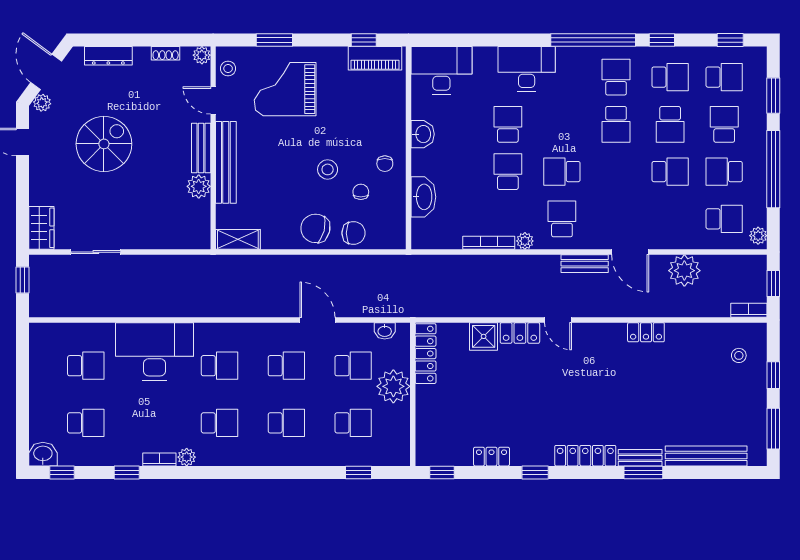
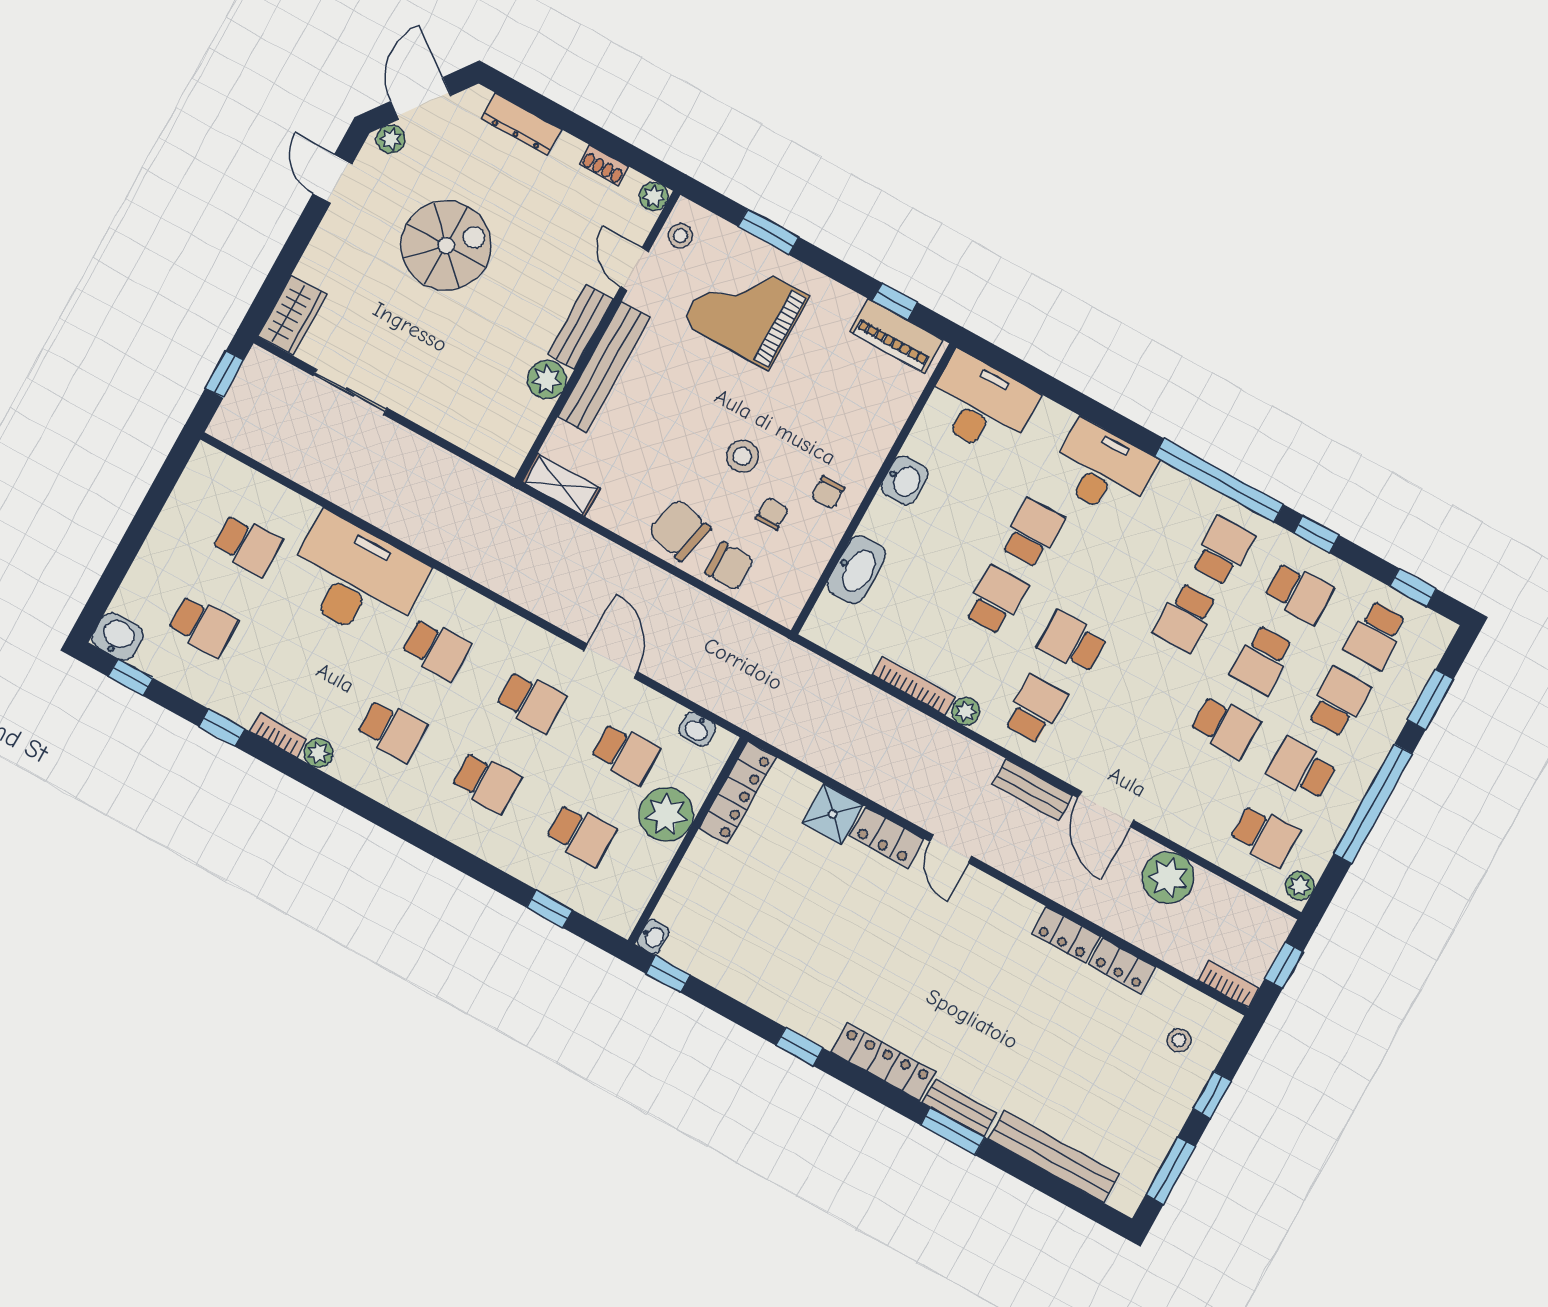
school desk: (724, 77) -> (1375, 635), turned 90
washbasin: (423, 457) -> (653, 937), added
locker: (491, 457) -> (1122, 966), moved, turned 180

